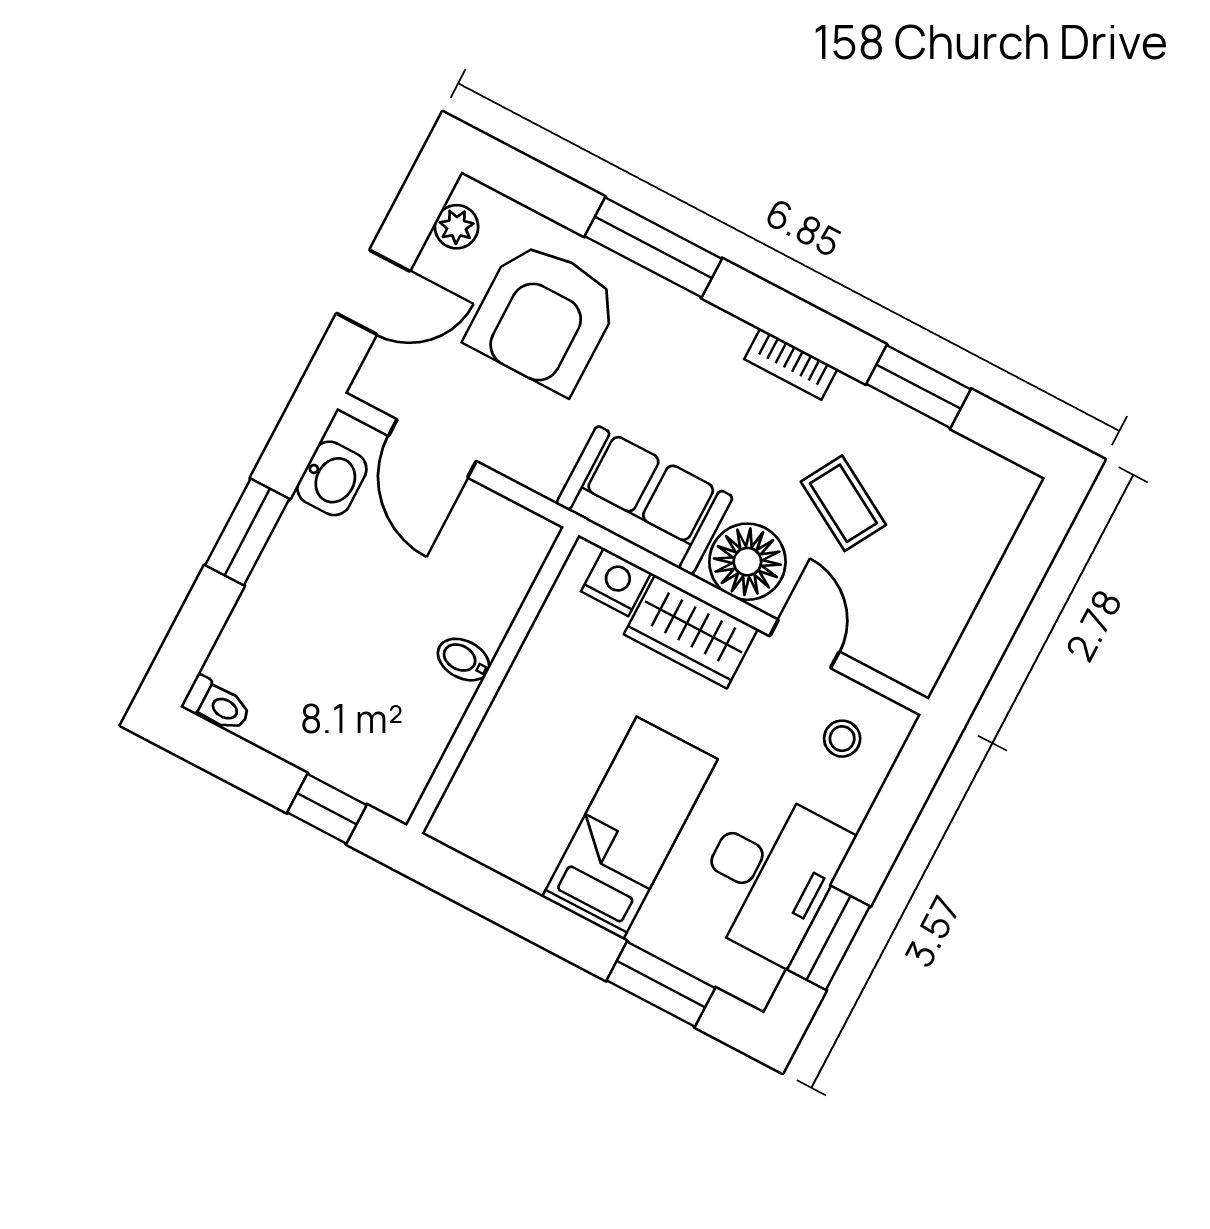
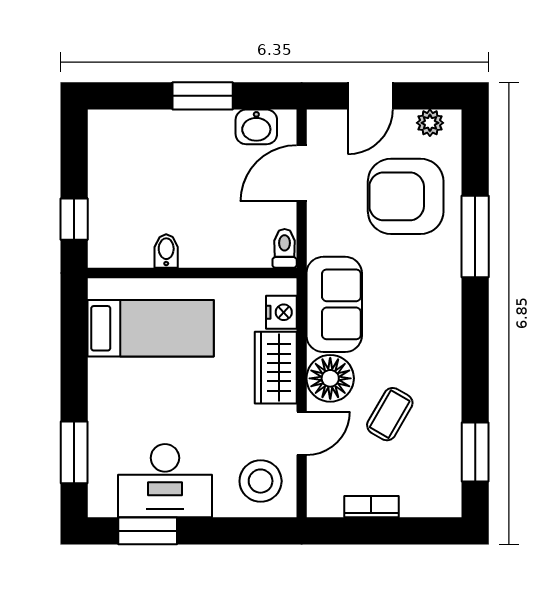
door: (373, 292) -> (370, 96), hinge flipped
bookcase: (791, 364) -> (371, 507), moved, turned 90
window: (918, 387) -> (475, 452), moved
bidet: (464, 660) -> (166, 251), moved
toilet: (217, 705) -> (285, 248), moved, turned 180
stool: (842, 739) -> (261, 481), width x1.89, depth x1.89
bed: (630, 828) -> (151, 328), moved

